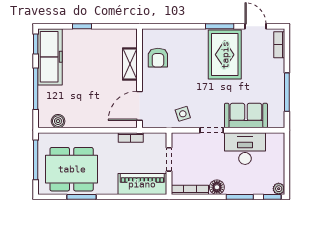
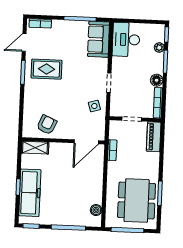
rug: (225, 55) -> (46, 69), width x0.73, depth x0.70
freezer: (50, 57) -> (30, 193), moved, turned 90
armchair: (158, 58) -> (47, 125), turned -66
shelving: (130, 64) -> (35, 148), moved
door: (140, 106) -> (86, 142), hinge flipped
sofa: (246, 116) -> (99, 39), moved
desk: (245, 149) -> (126, 40), moved
piano: (142, 184) -> (154, 137), width x0.73, depth x0.75
plant: (279, 189) -> (159, 47), moved

